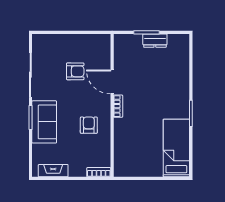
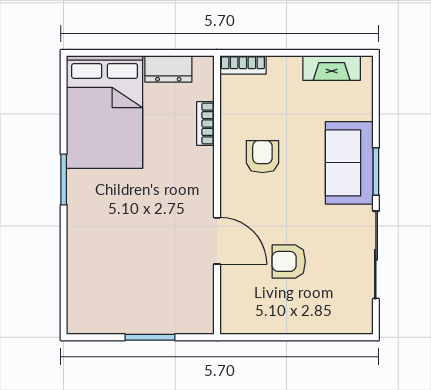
dresser: (155, 41) -> (168, 69), moved, turned 180
bookcase: (118, 106) -> (205, 124), moved
armchair: (89, 125) -> (262, 157), turned 180
bed: (176, 148) -> (105, 112), width x1.50

